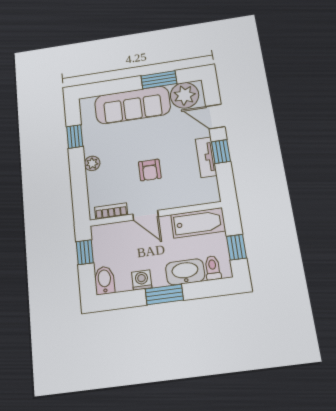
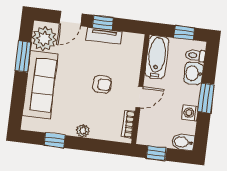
washbasin: (185, 272) -> (193, 73), width x0.72

